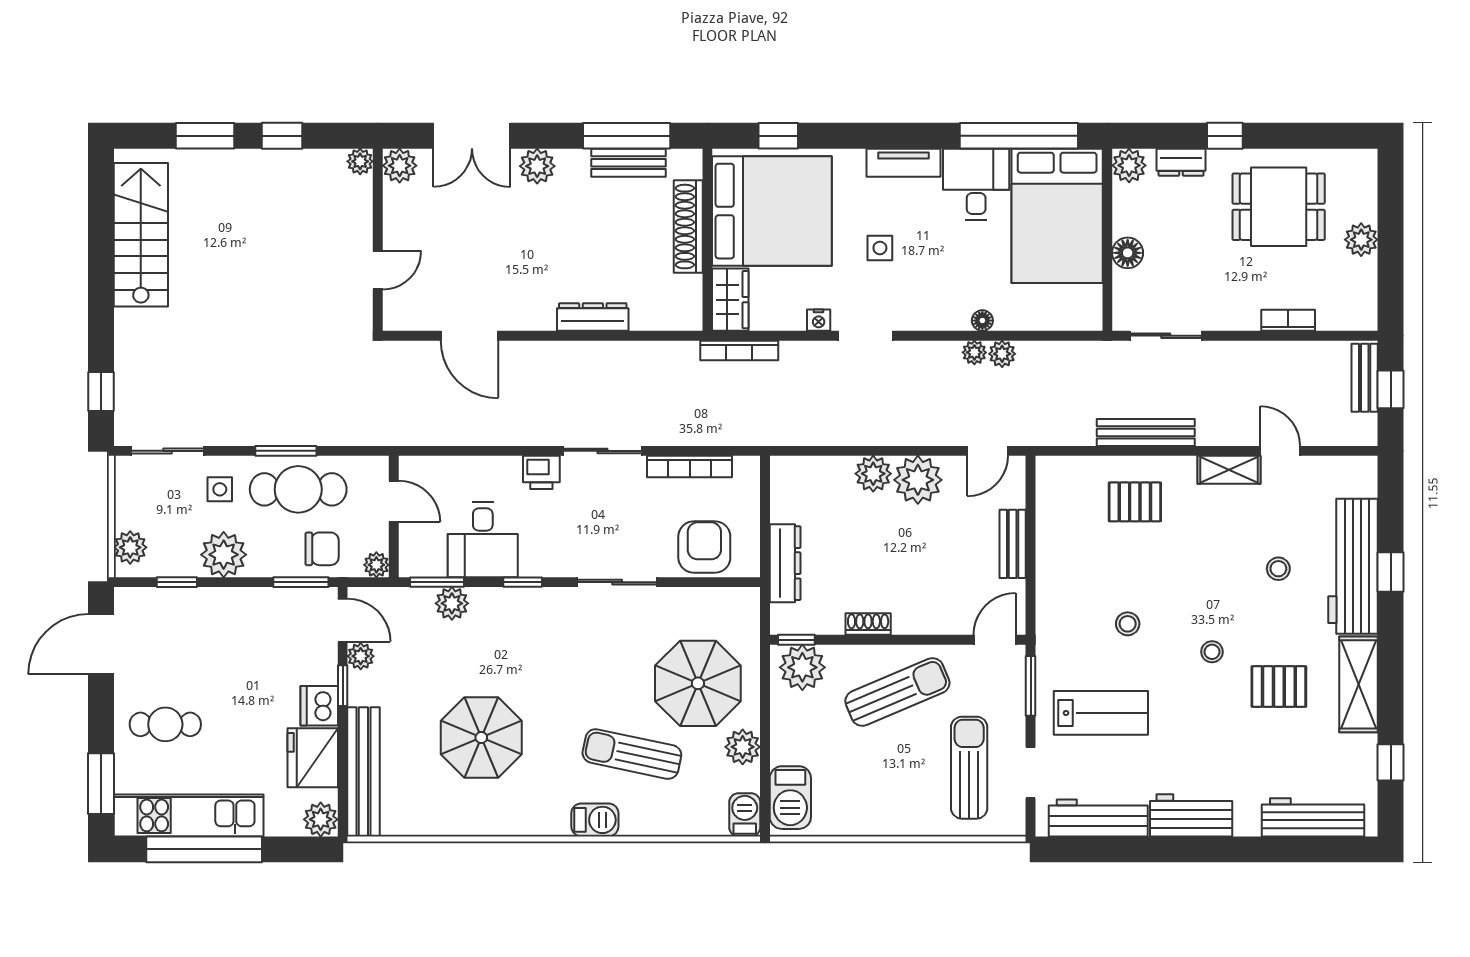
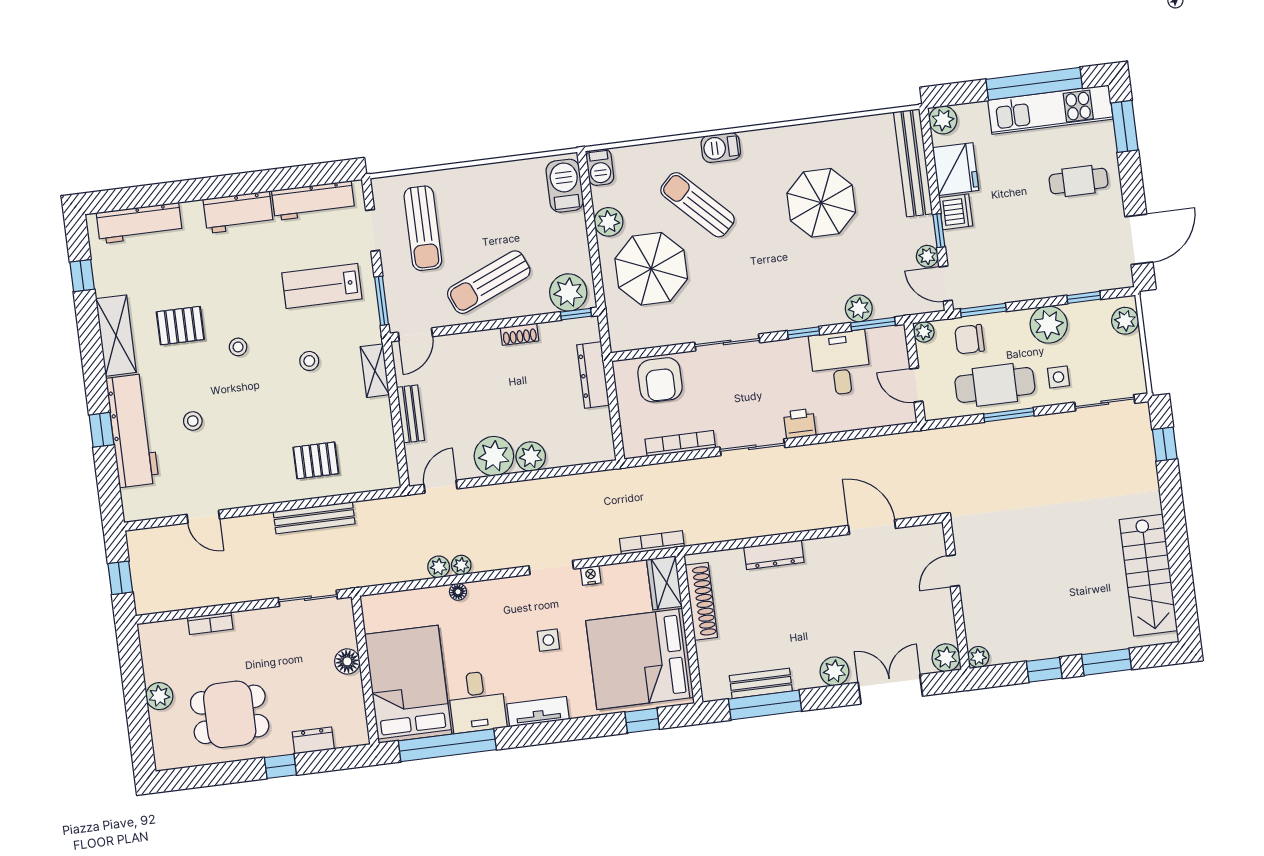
plant: (1129, 165) -> (355, 732), removed
shoe rack: (688, 227) -> (701, 601), moved
bench: (1365, 378) -> (142, 585), removed
shelving: (1229, 470) -> (375, 371), moved, turned 90
sun lounger: (632, 754) -> (697, 205), turned -147

